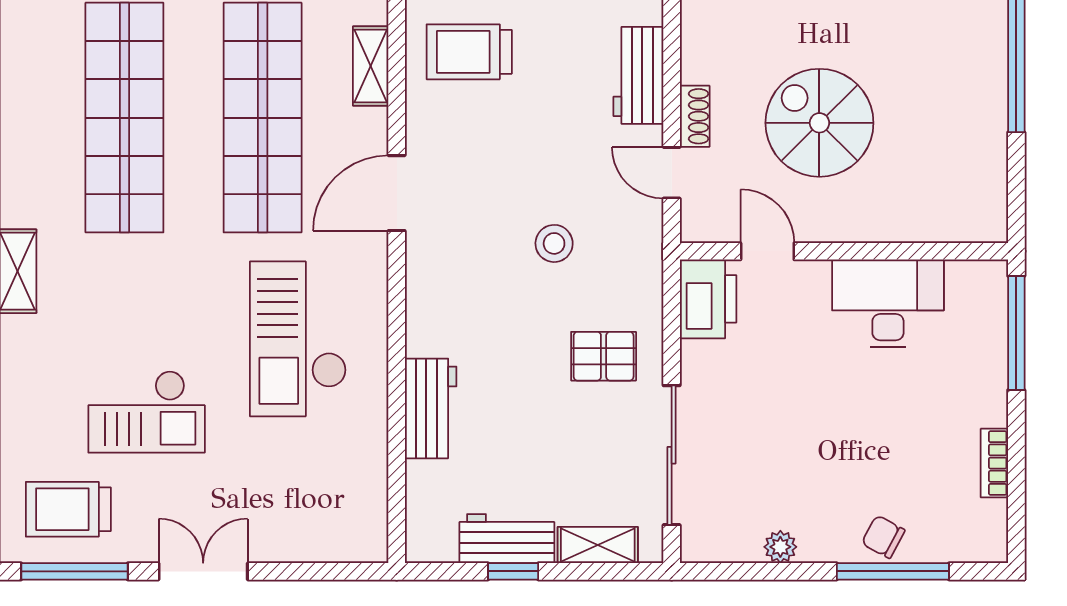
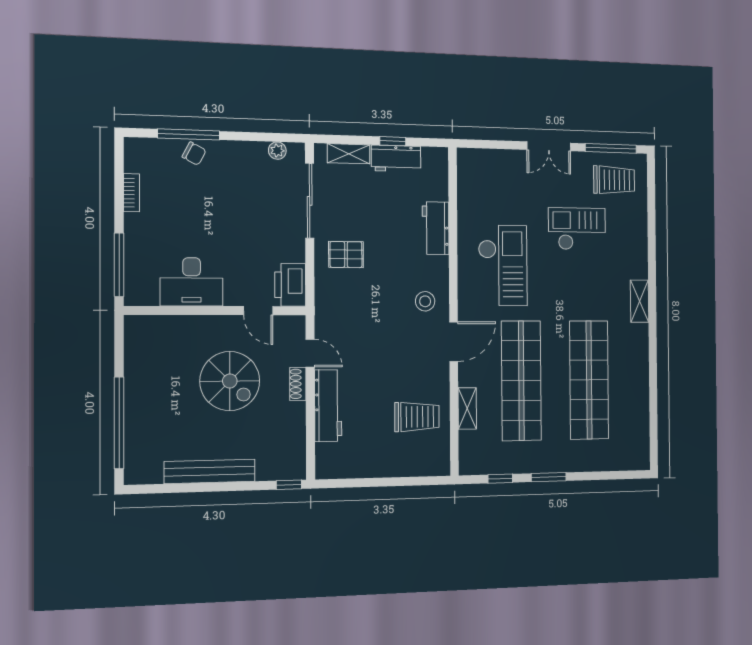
workbench: (638, 75) -> (328, 406), width x1.38
stool: (554, 243) -> (425, 301), moved
plant: (780, 547) -> (277, 151), moved

